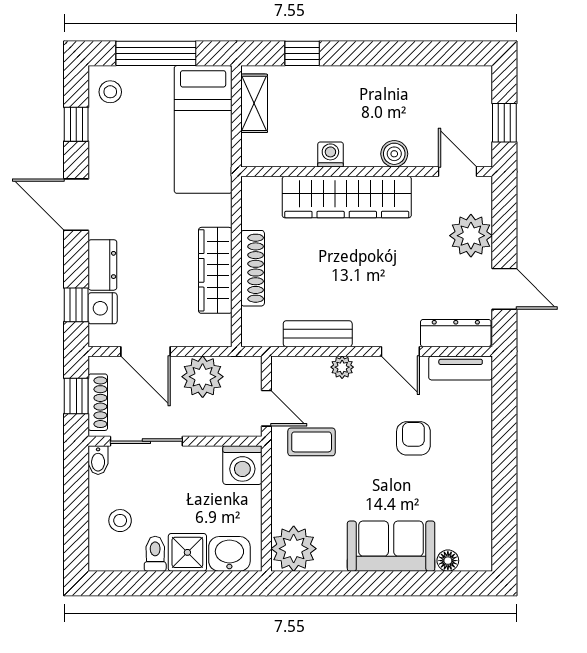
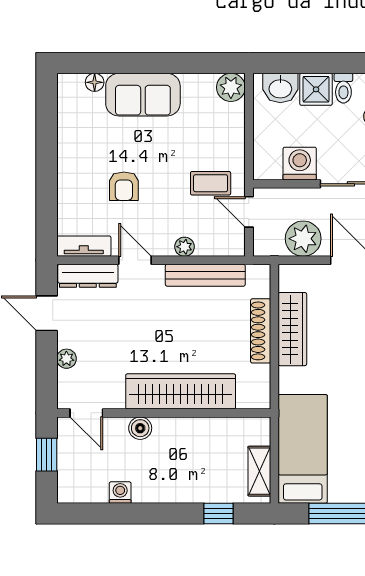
washing machine: (330, 154) -> (120, 493), moved, turned 180
plant: (471, 236) -> (66, 359), width x0.53, depth x0.53
bench: (318, 334) -> (205, 275), width x1.36
washing machine: (242, 465) -> (300, 164), moved
plant: (294, 549) -> (231, 87), width x0.73, depth x0.73

